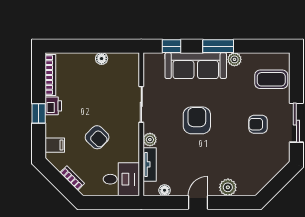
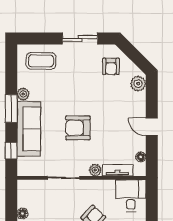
coffee table: (271, 79) -> (41, 61), turned 90
armchair: (258, 124) -> (111, 66), moved
plant: (228, 187) -> (138, 84), moved

